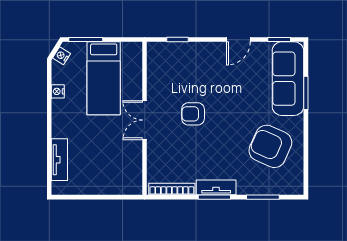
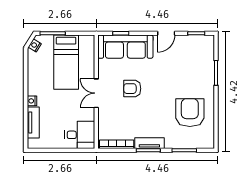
sofa: (288, 79) -> (125, 47), moved, turned -90
nightstand: (58, 91) -> (32, 101), moved
armchair: (270, 146) -> (190, 113), turned 66
desk: (122, 176) -> (80, 135), added

